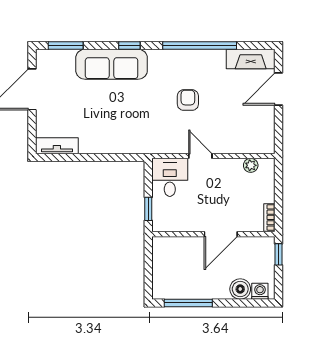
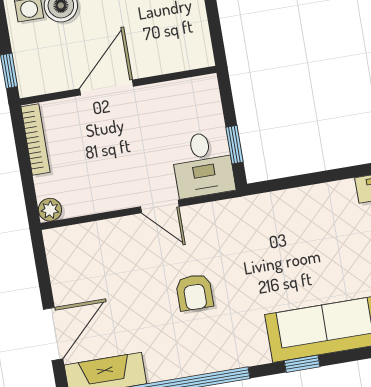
plant: (251, 165) -> (50, 210), moved
window: (148, 209) -> (235, 145), moved
bookcase: (269, 217) -> (36, 139), width x1.56

